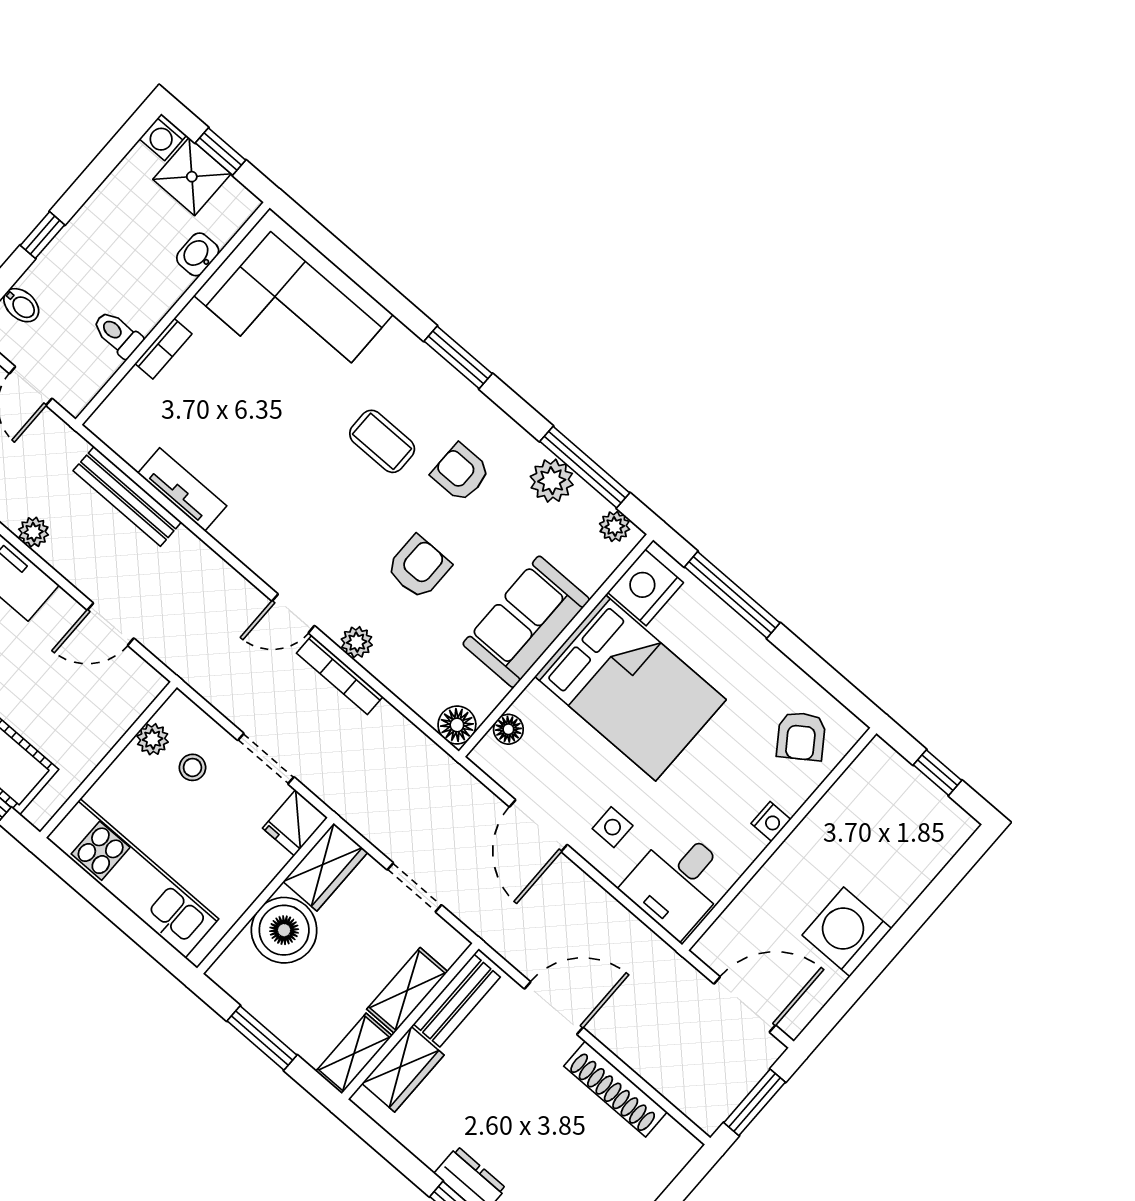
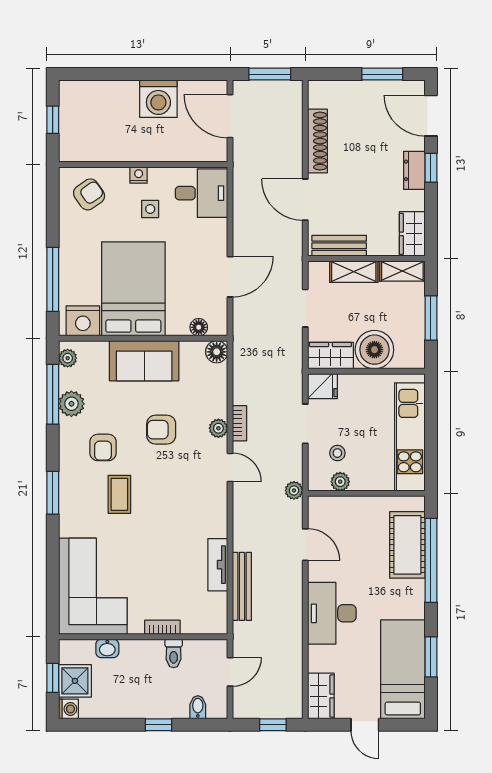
plant: (34, 532) -> (294, 490), moved
bookcase: (340, 675) -> (240, 423), width x0.64
side table: (613, 827) -> (150, 209), moved
wardrobe: (403, 1069) -> (412, 234), moved, turned -90

